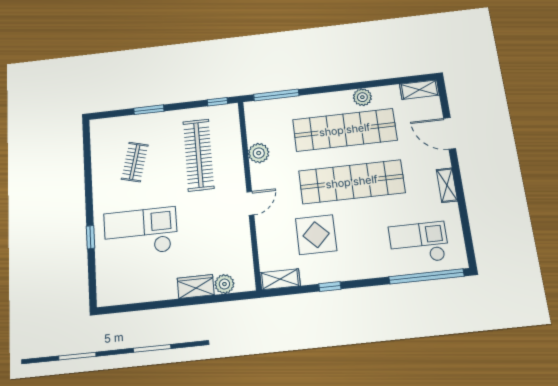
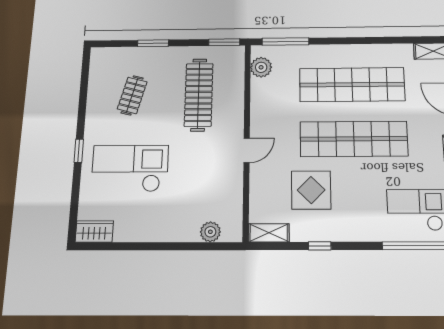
plant: (362, 97) -> (374, 53), removed
window: (217, 102) -> (224, 42), width x1.50
plant: (259, 153) -> (261, 67), moved
window: (90, 237) -> (79, 151), moved
wardrobe: (196, 287) -> (94, 232), moved

